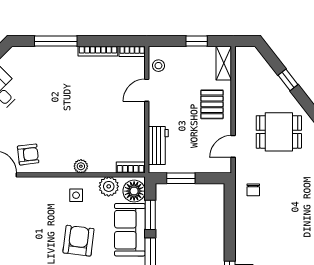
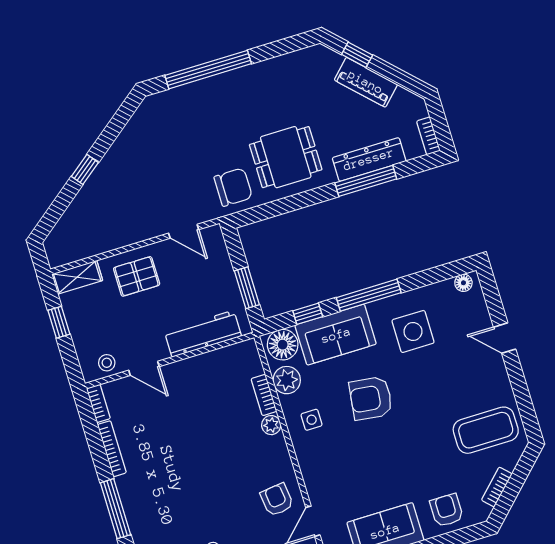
window: (288, 80) -> (85, 169), moved
dining table: (279, 132) -> (286, 157), moved, turned 90
workbench: (158, 145) -> (203, 334), width x1.38
bookcase: (131, 168) -> (264, 395), moved
chair: (253, 190) -> (233, 187), width x1.87, depth x1.87
window: (150, 215) -> (308, 314), width x0.67

